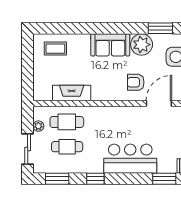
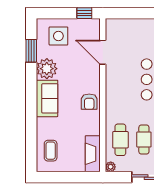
armchair: (136, 82) -> (89, 102), moved
fireplace: (72, 93) -> (93, 154), moved
plant: (38, 126) -> (111, 167), moved

